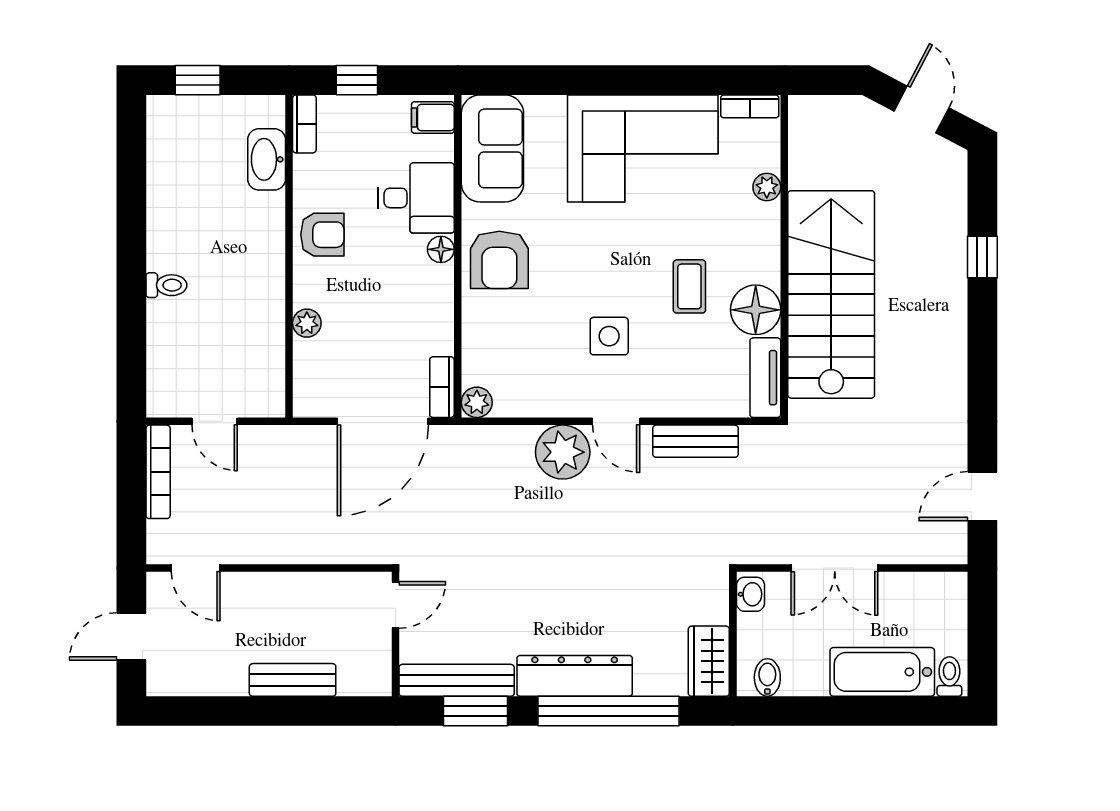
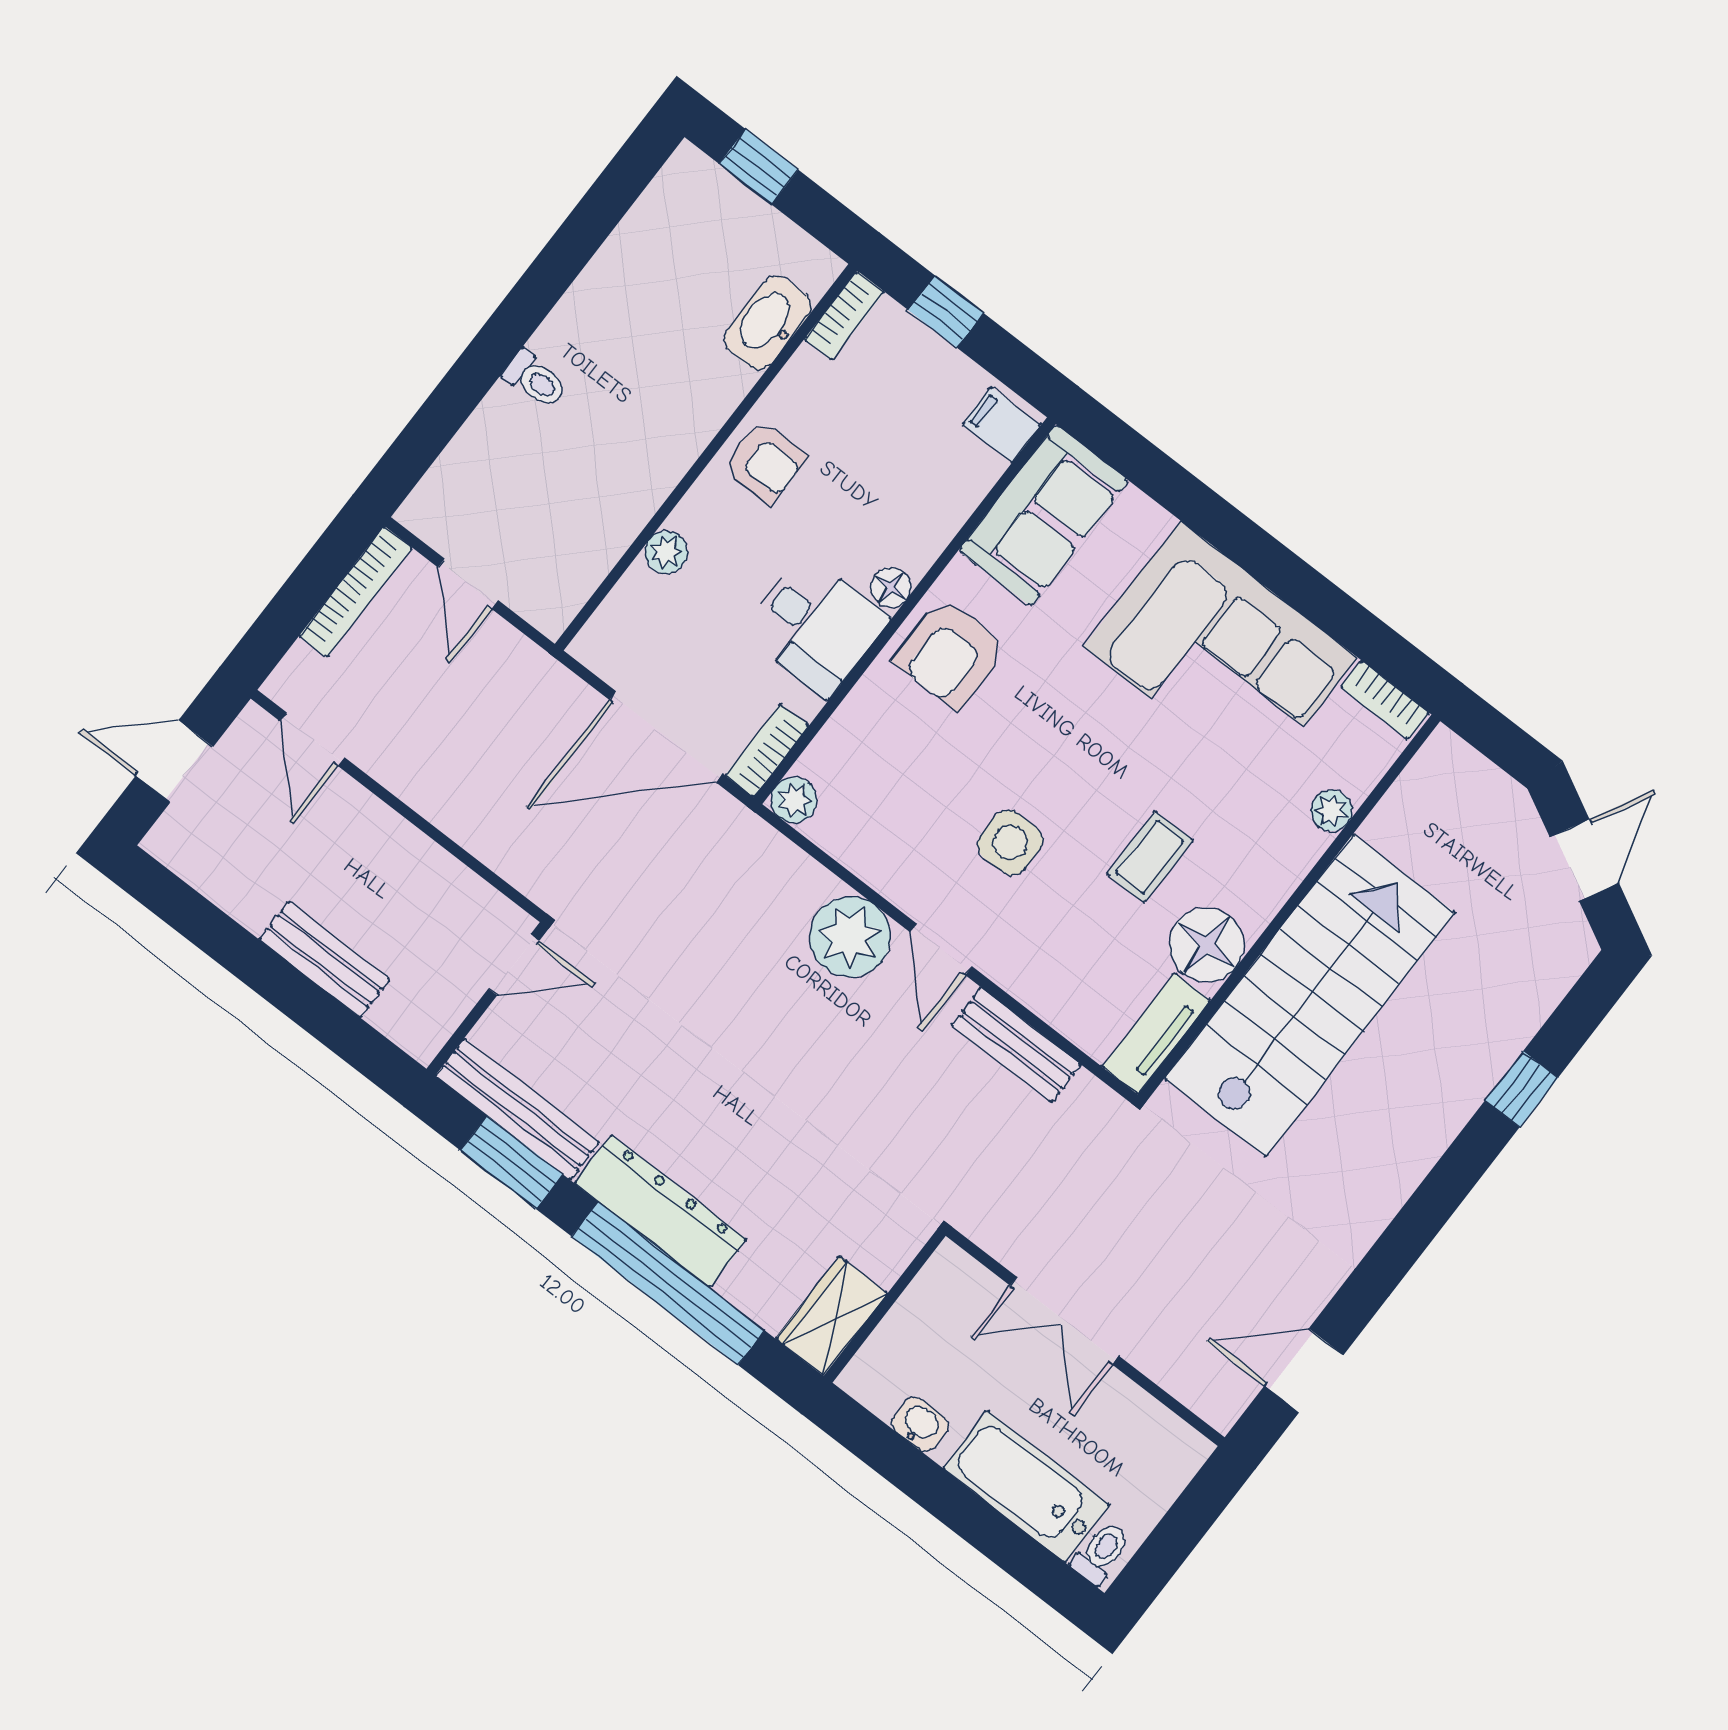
desk: (416, 198) -> (815, 625), moved
washbasin: (750, 594) -> (920, 1424), moved, turned -90
bidet: (767, 677) -> (886, 1388), removed

